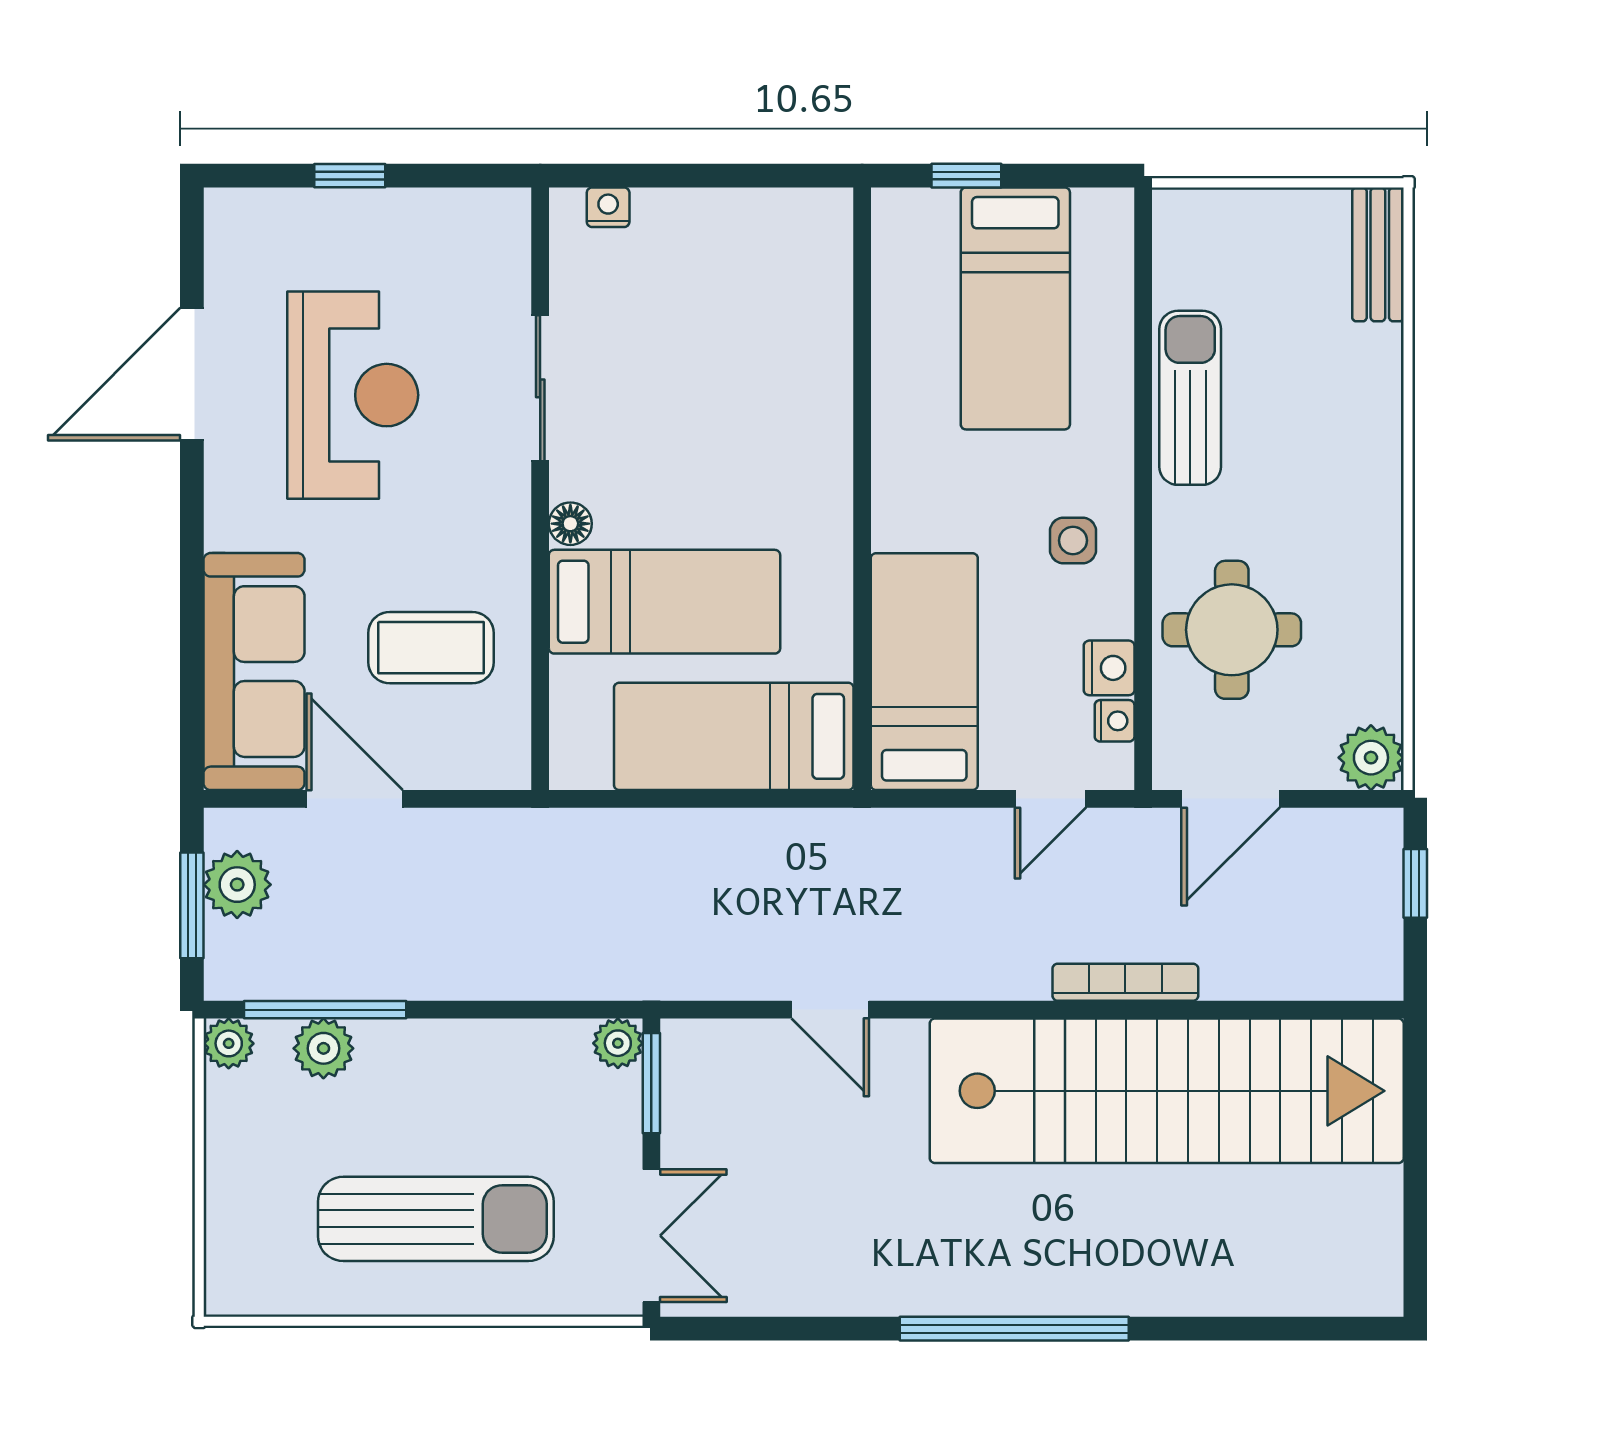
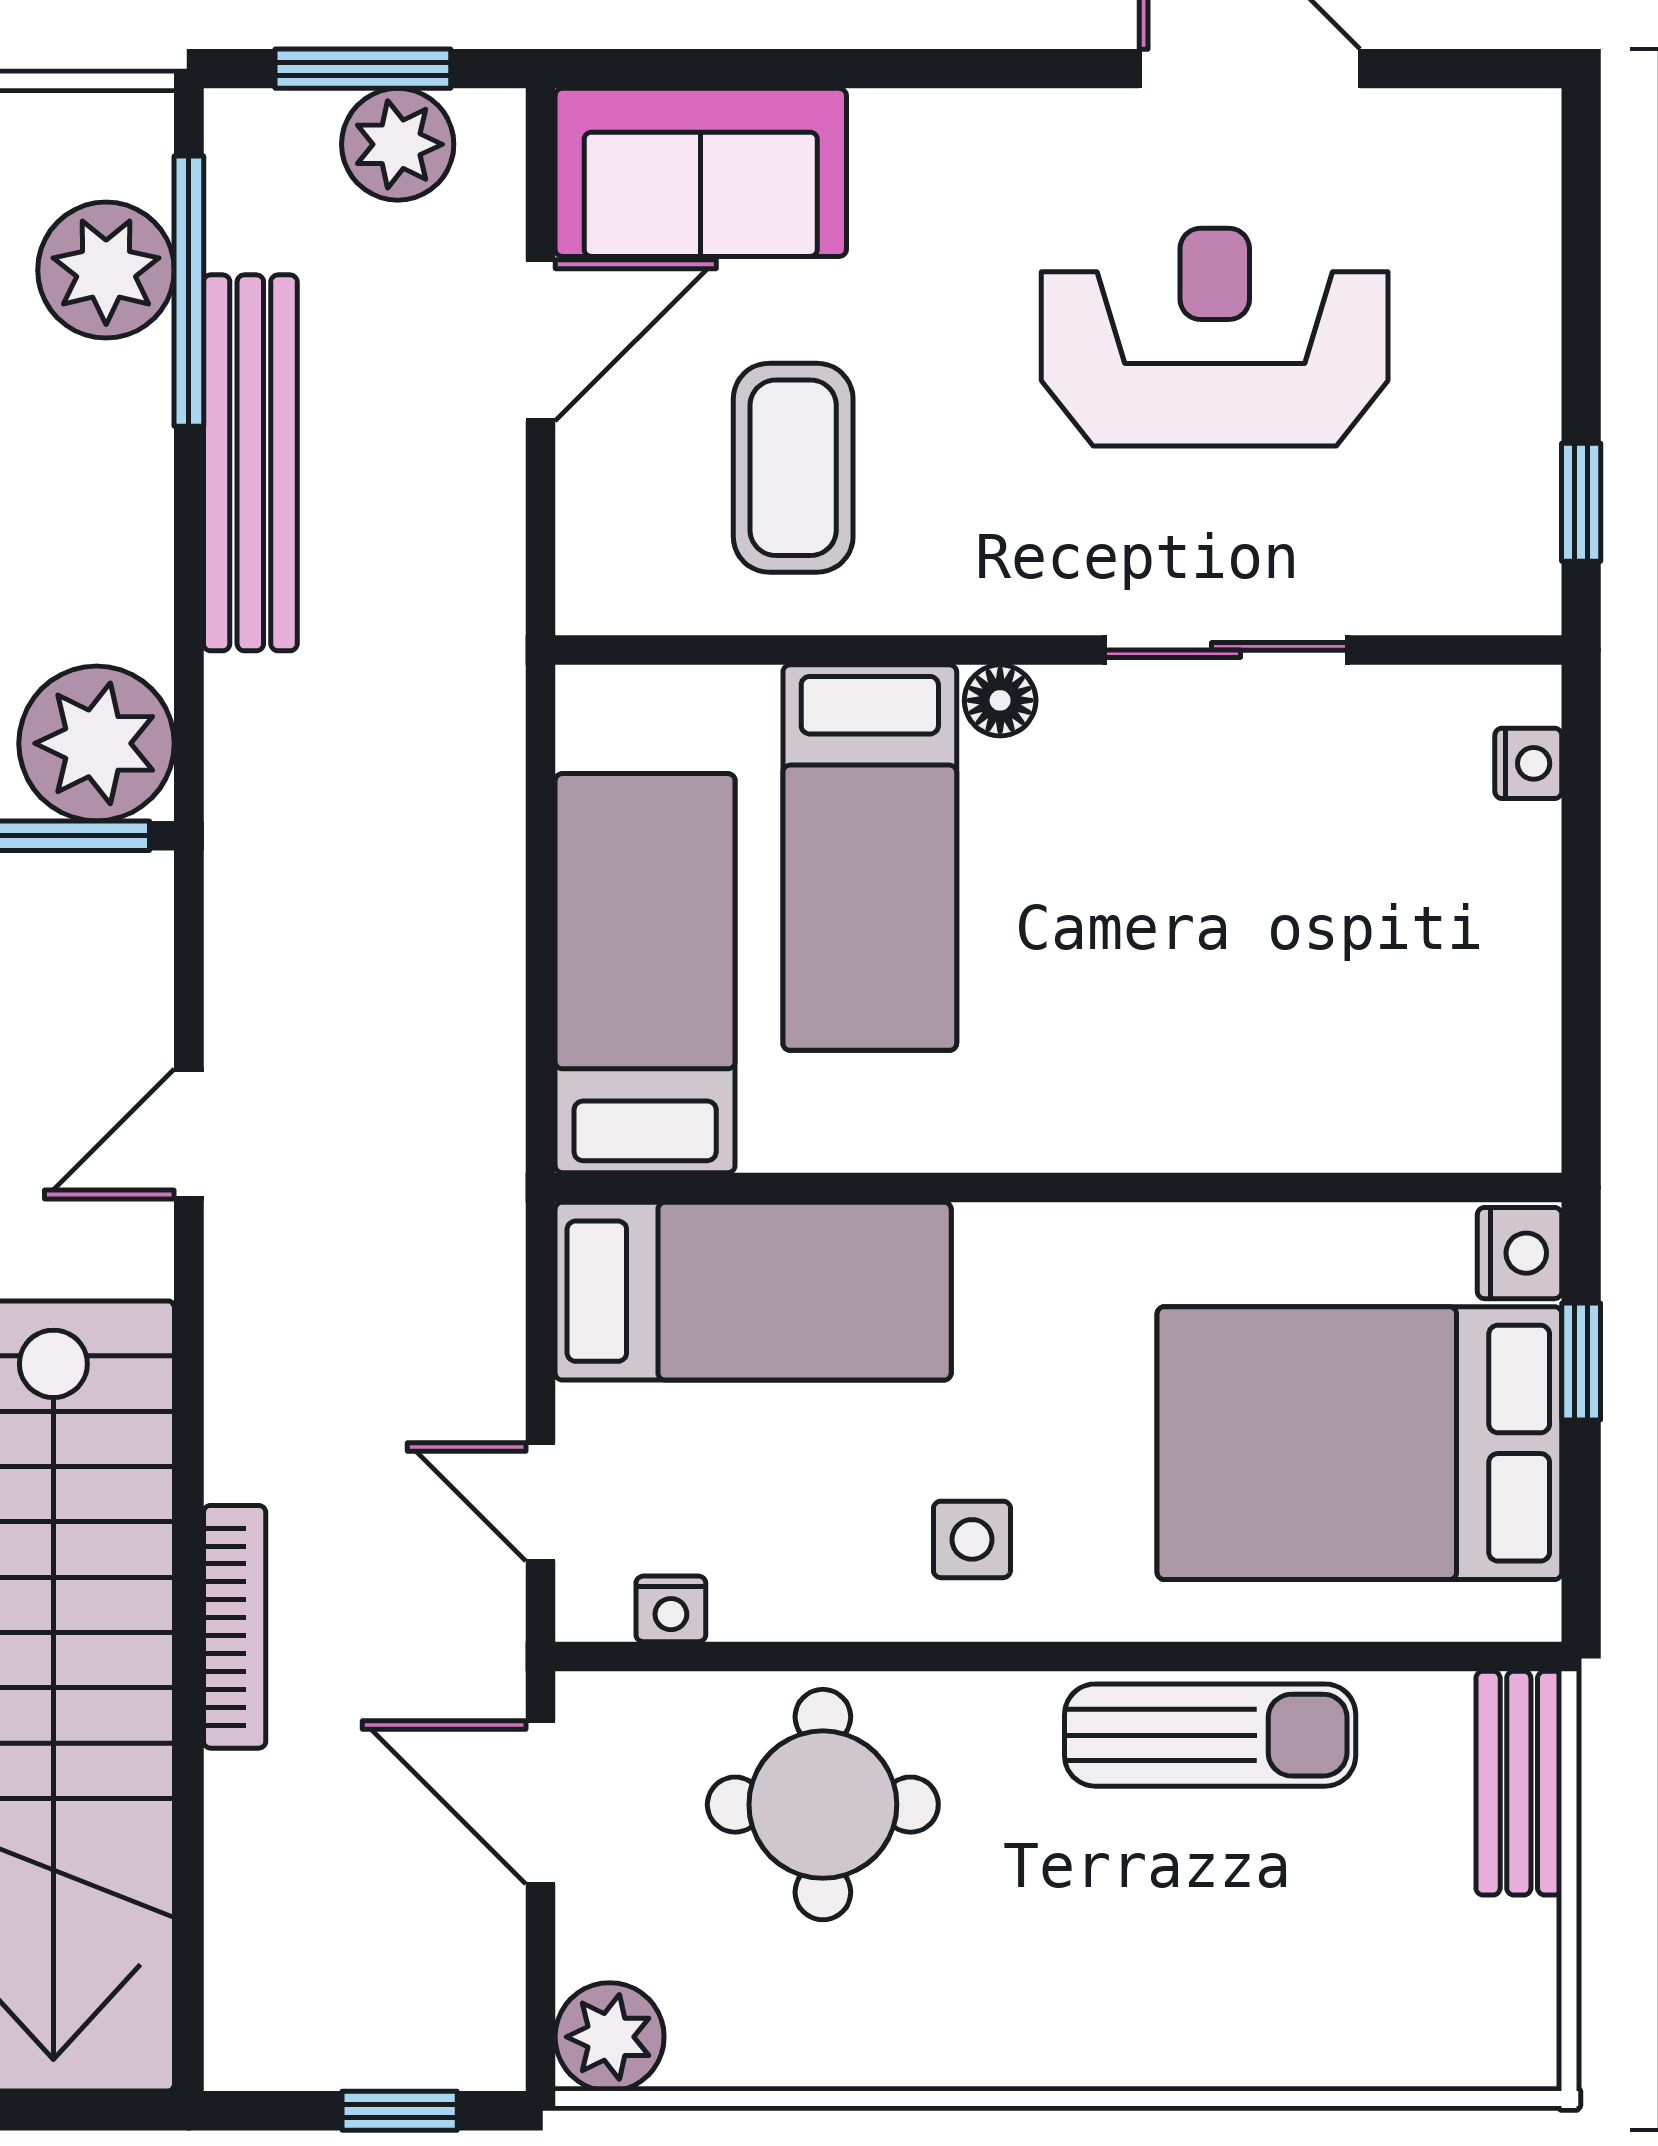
window: (350, 176) -> (1581, 502), moved
bench: (1378, 254) -> (1519, 1783), moved, turned 90
bed: (1015, 308) -> (1359, 1443), width x1.50
reception desk: (353, 395) -> (1215, 337), turned 180
nightstand: (1109, 668) -> (1520, 1253), moved, turned -90
sofa: (254, 672) -> (701, 172), width x0.73
bench: (428, 973) -> (250, 463), added
plant: (229, 1043) -> (132, 130), removed
plant: (618, 1043) -> (97, 743), width x1.88, depth x1.88
plant: (323, 1048) -> (106, 270), width x1.36, depth x1.36

